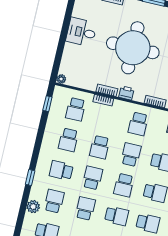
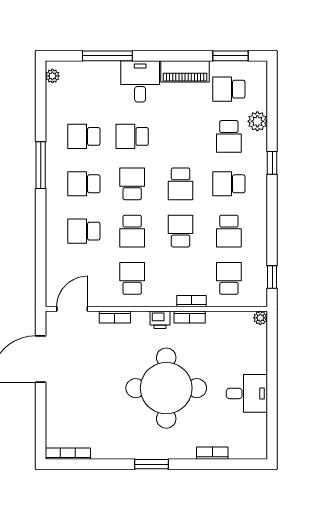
school desk: (68, 140) -> (229, 231), turned 180
school desk: (61, 171) -> (229, 184), turned 180
school desk: (85, 208) -> (181, 136), removed

